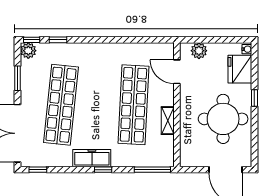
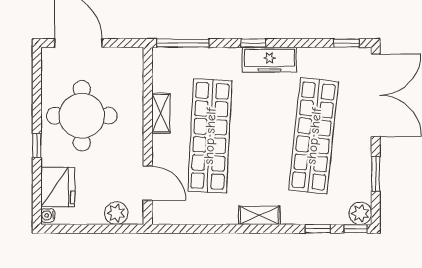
shelving: (99, 49) -> (259, 215), added

